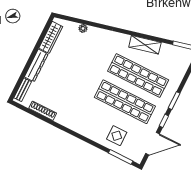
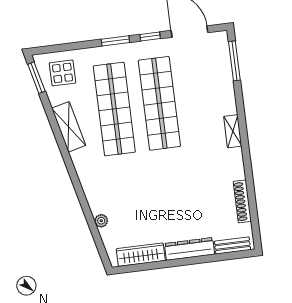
shelving: (84, 131) -> (233, 131), added
display table: (117, 136) -> (63, 73), moved

